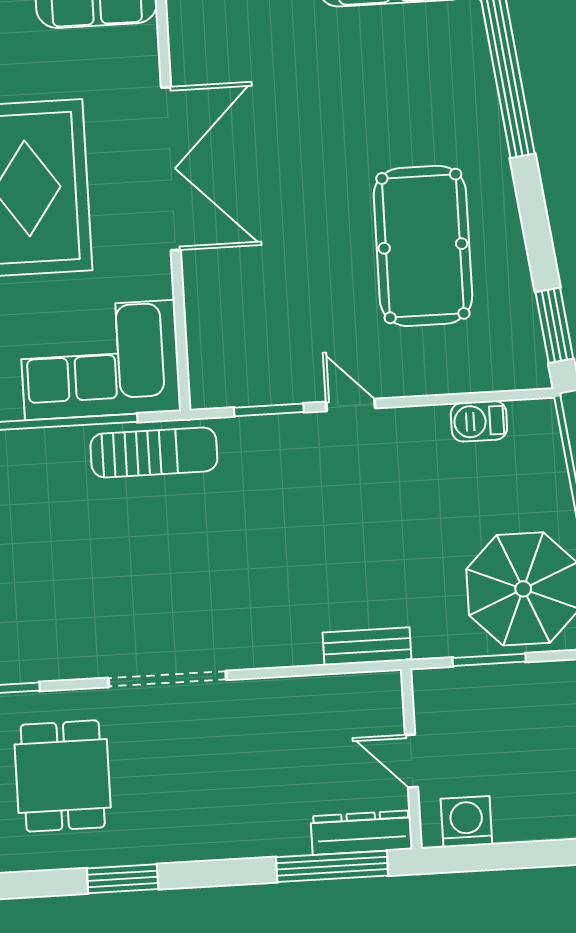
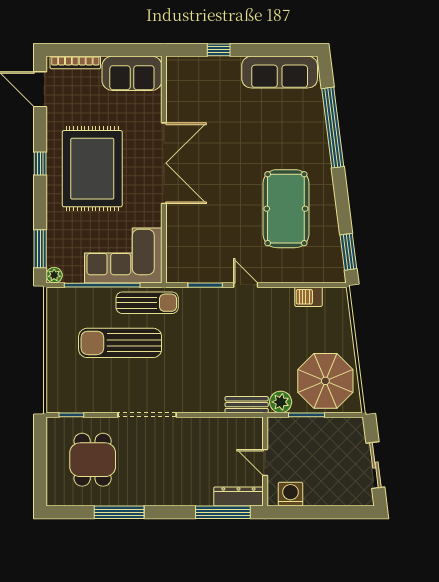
sun lounger: (104, 537) -> (120, 343), added
plant: (435, 637) -> (281, 402), added
window: (123, 879) -> (119, 512), width x1.44

